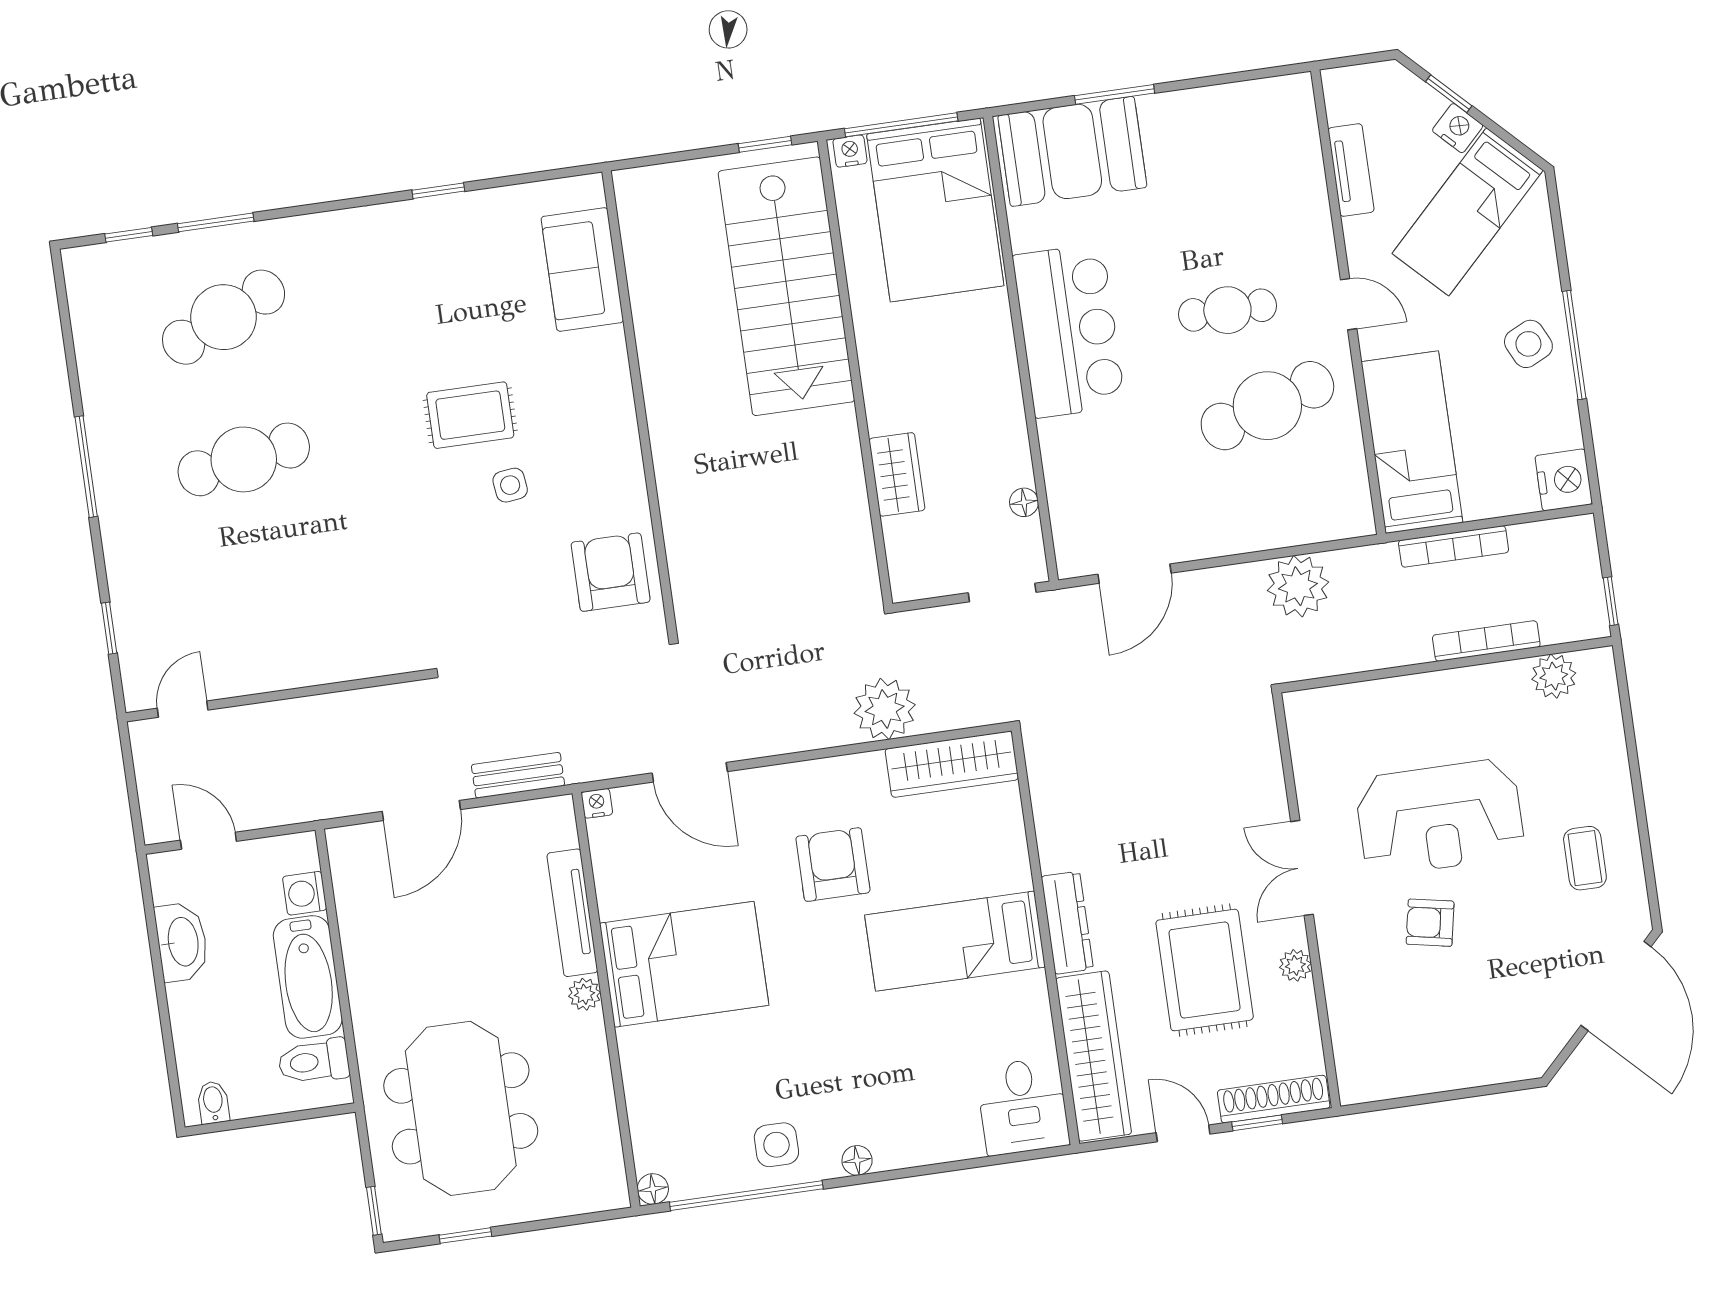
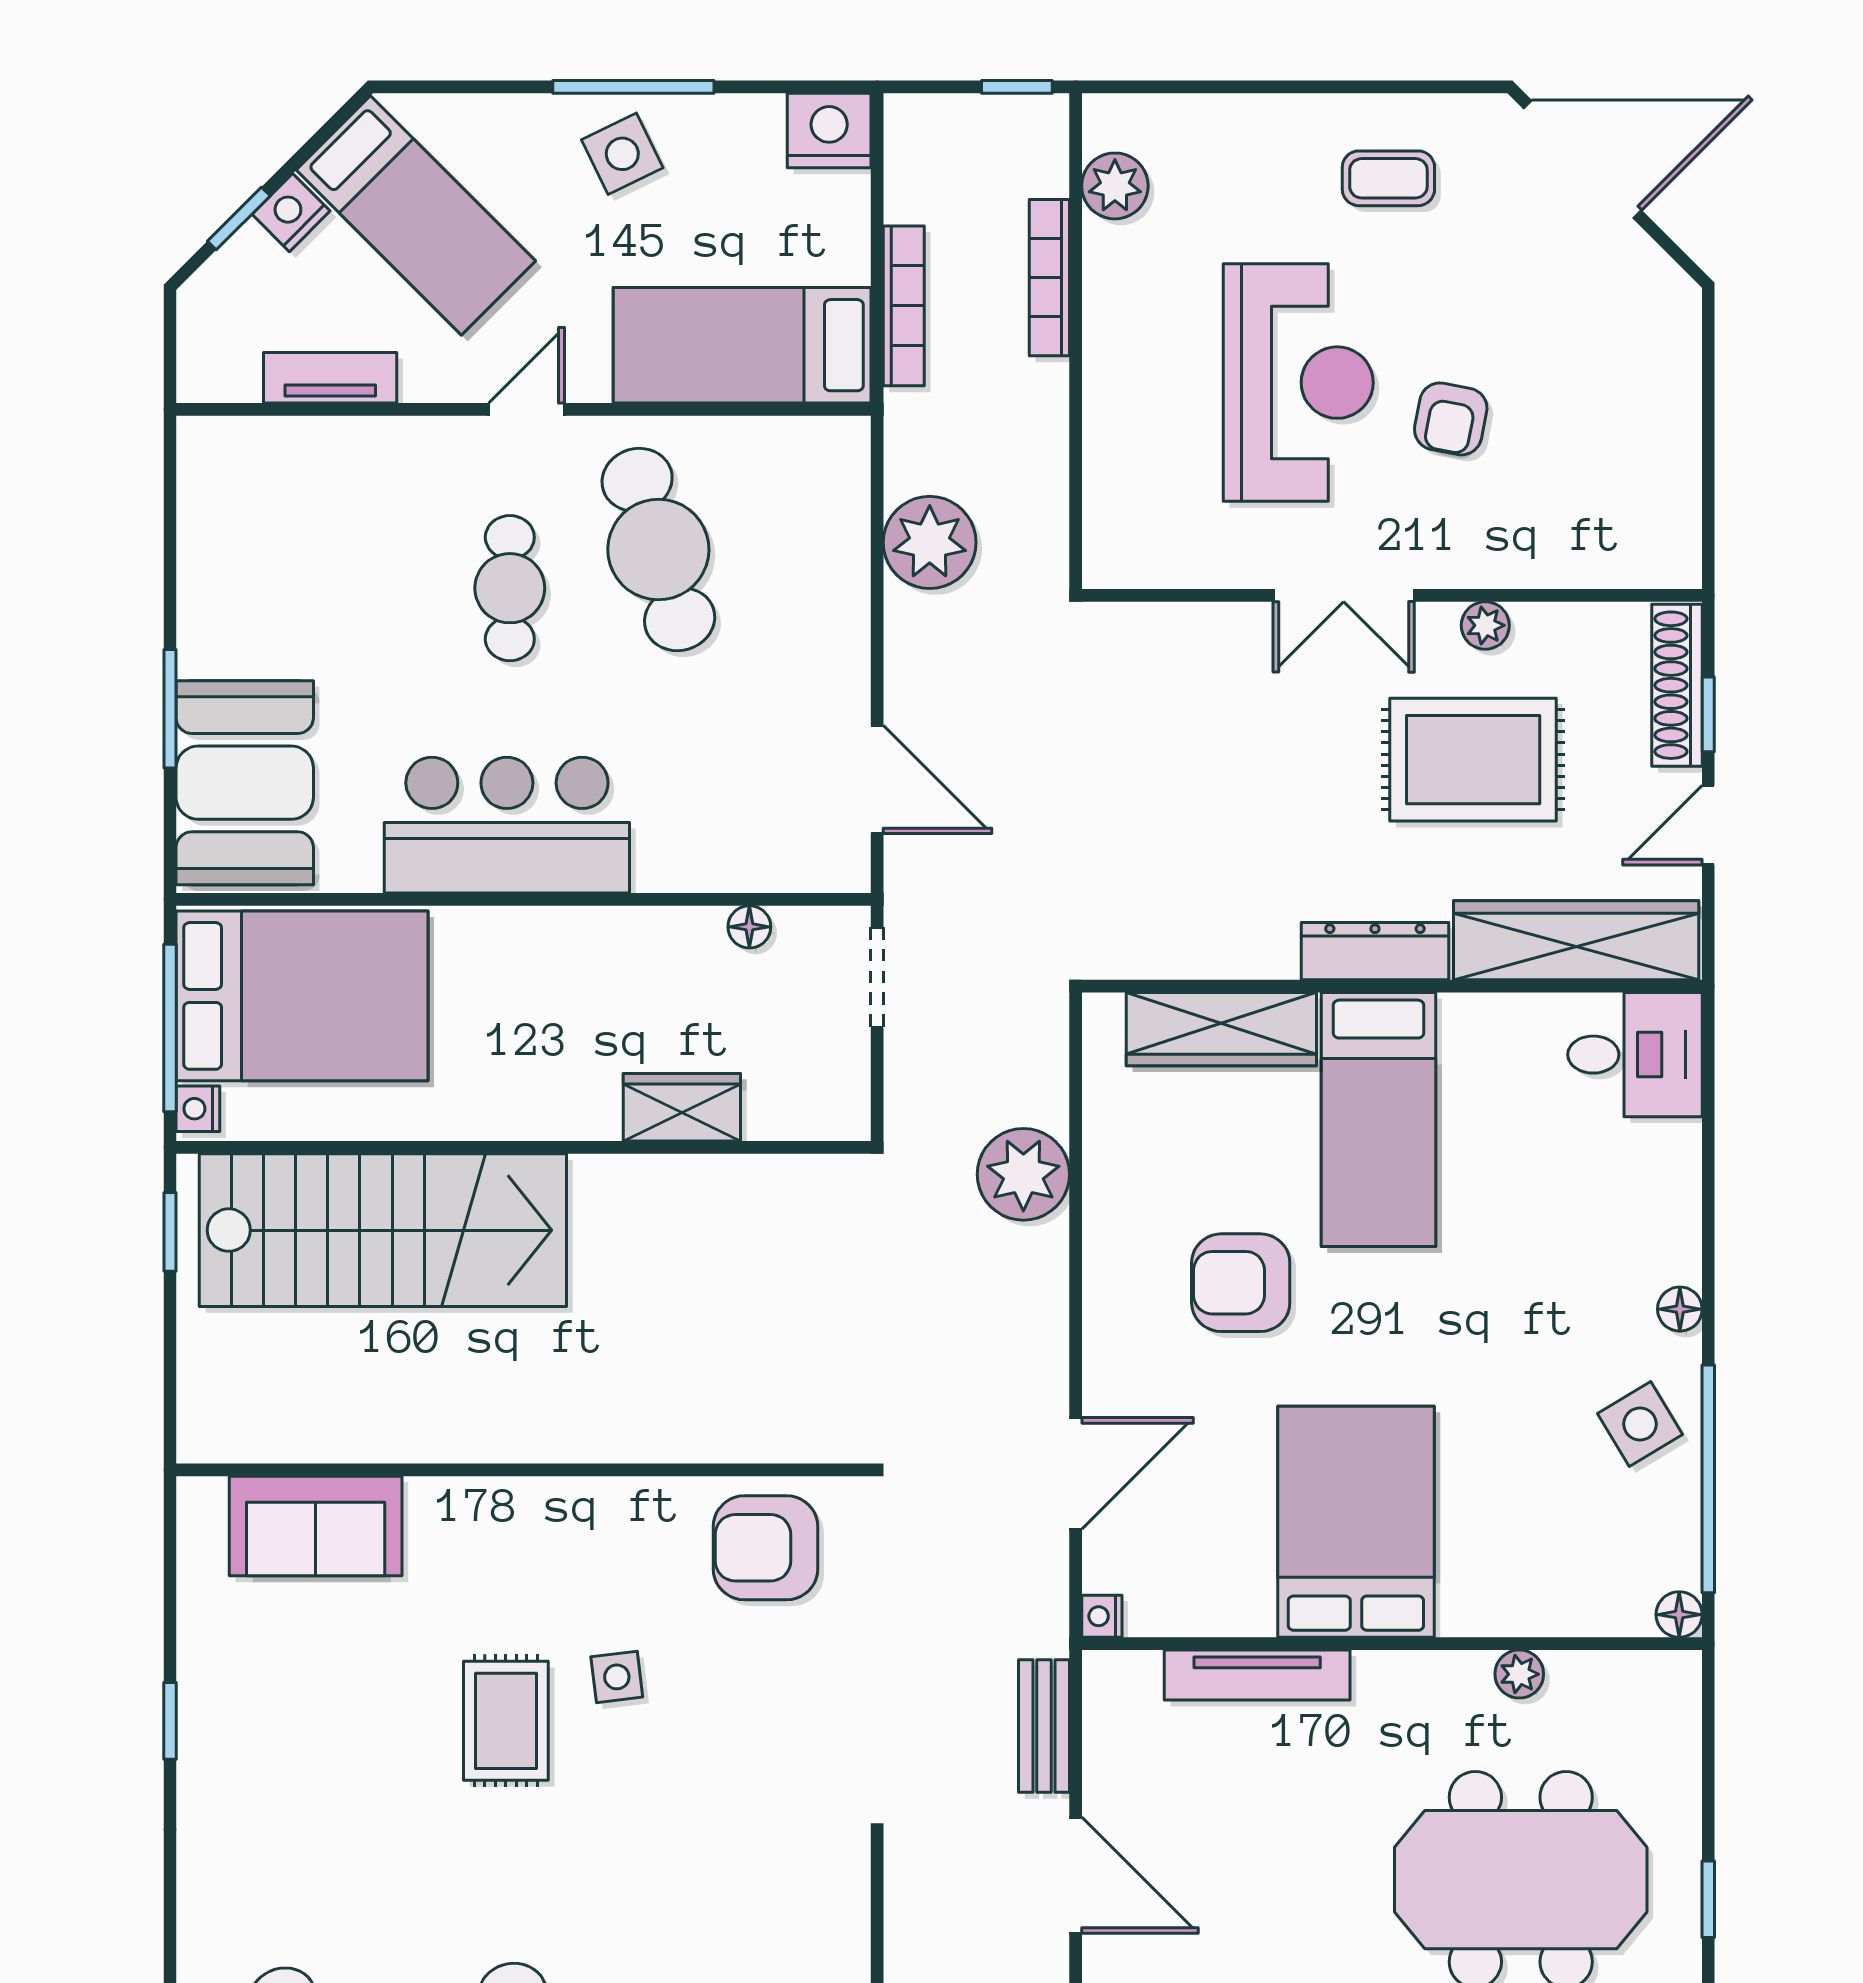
wardrobe: (952, 764) -> (1221, 1029), moved, turned 90
plant: (585, 994) -> (1519, 1674), moved
side table: (776, 1145) -> (1640, 1424), turned -31

